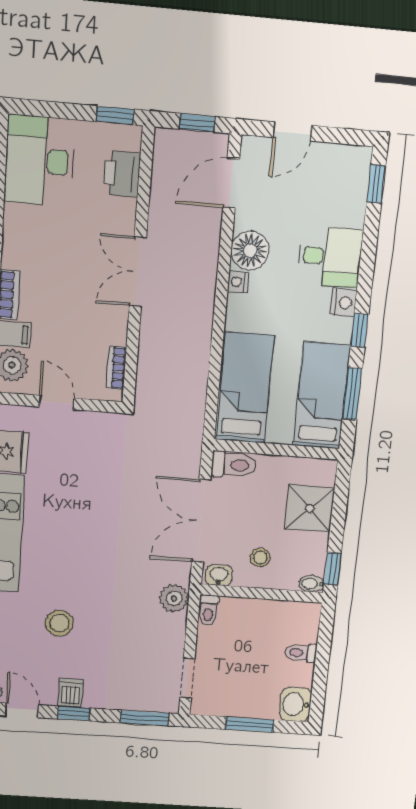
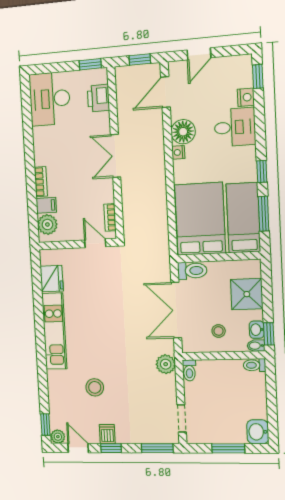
nightstand: (344, 303) -> (246, 97), moved
bed: (245, 388) -> (200, 219), width x1.50
door: (57, 403) -> (95, 243), moved
washbasin: (219, 575) -> (257, 330), moved, turned -90
toilet: (301, 653) -> (254, 365), moved

